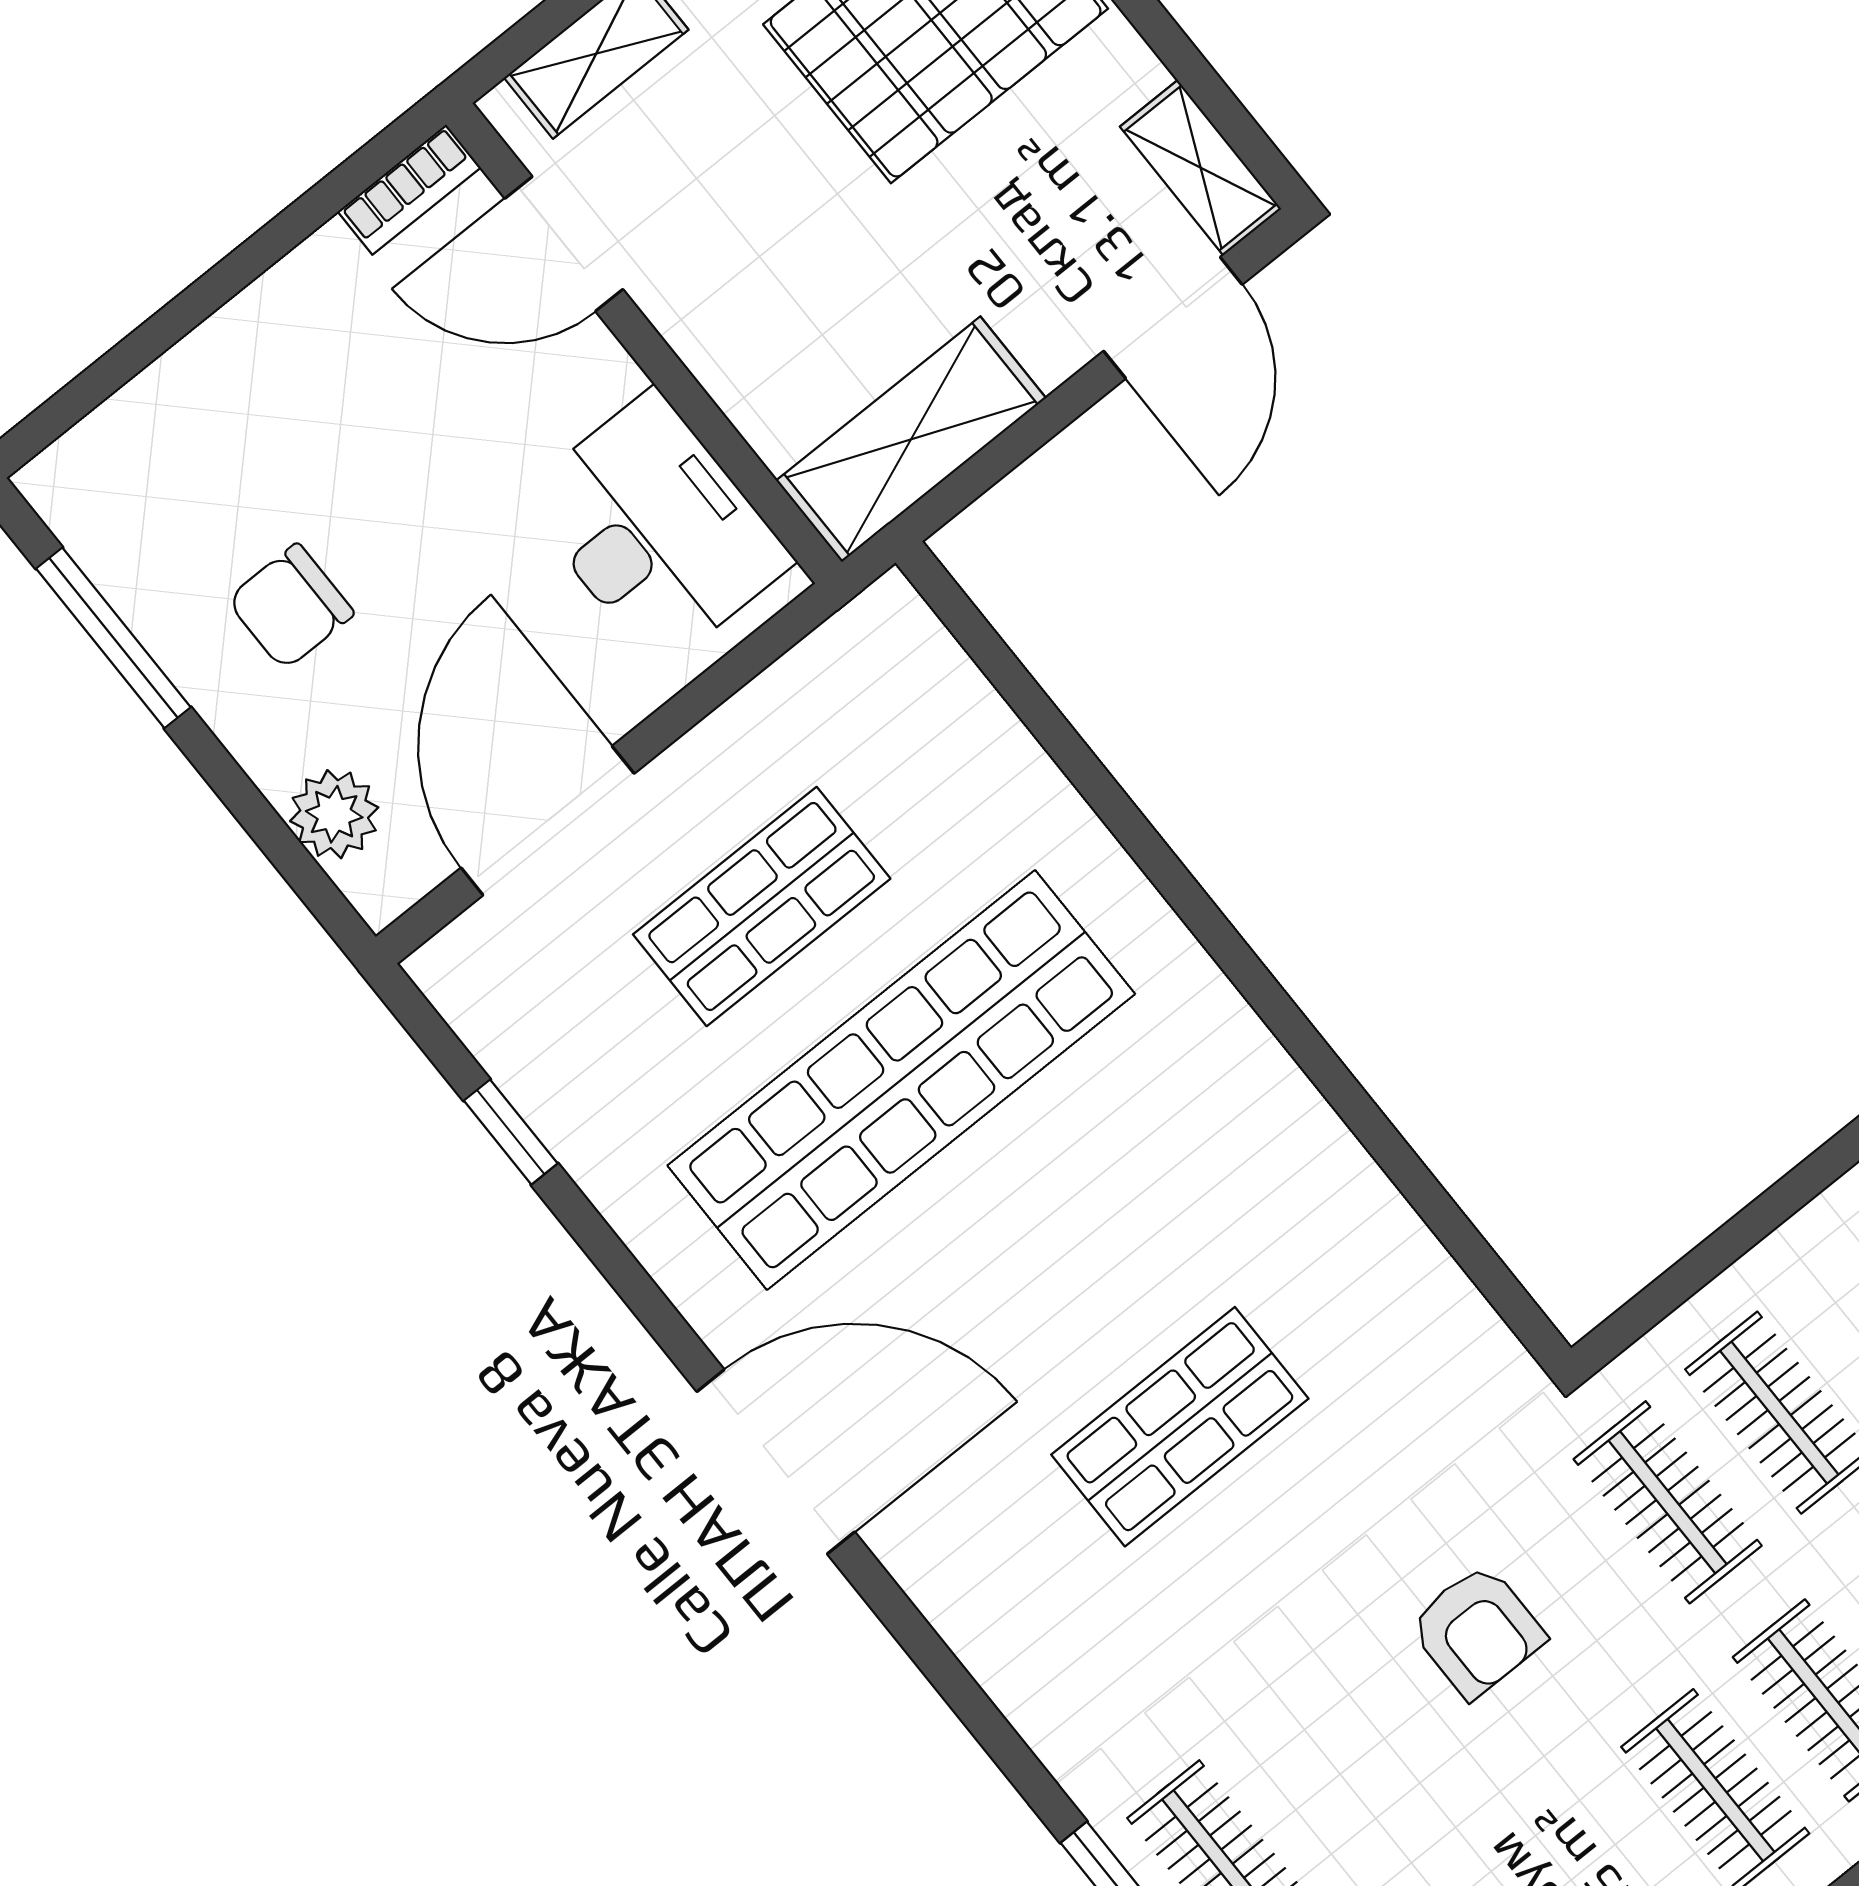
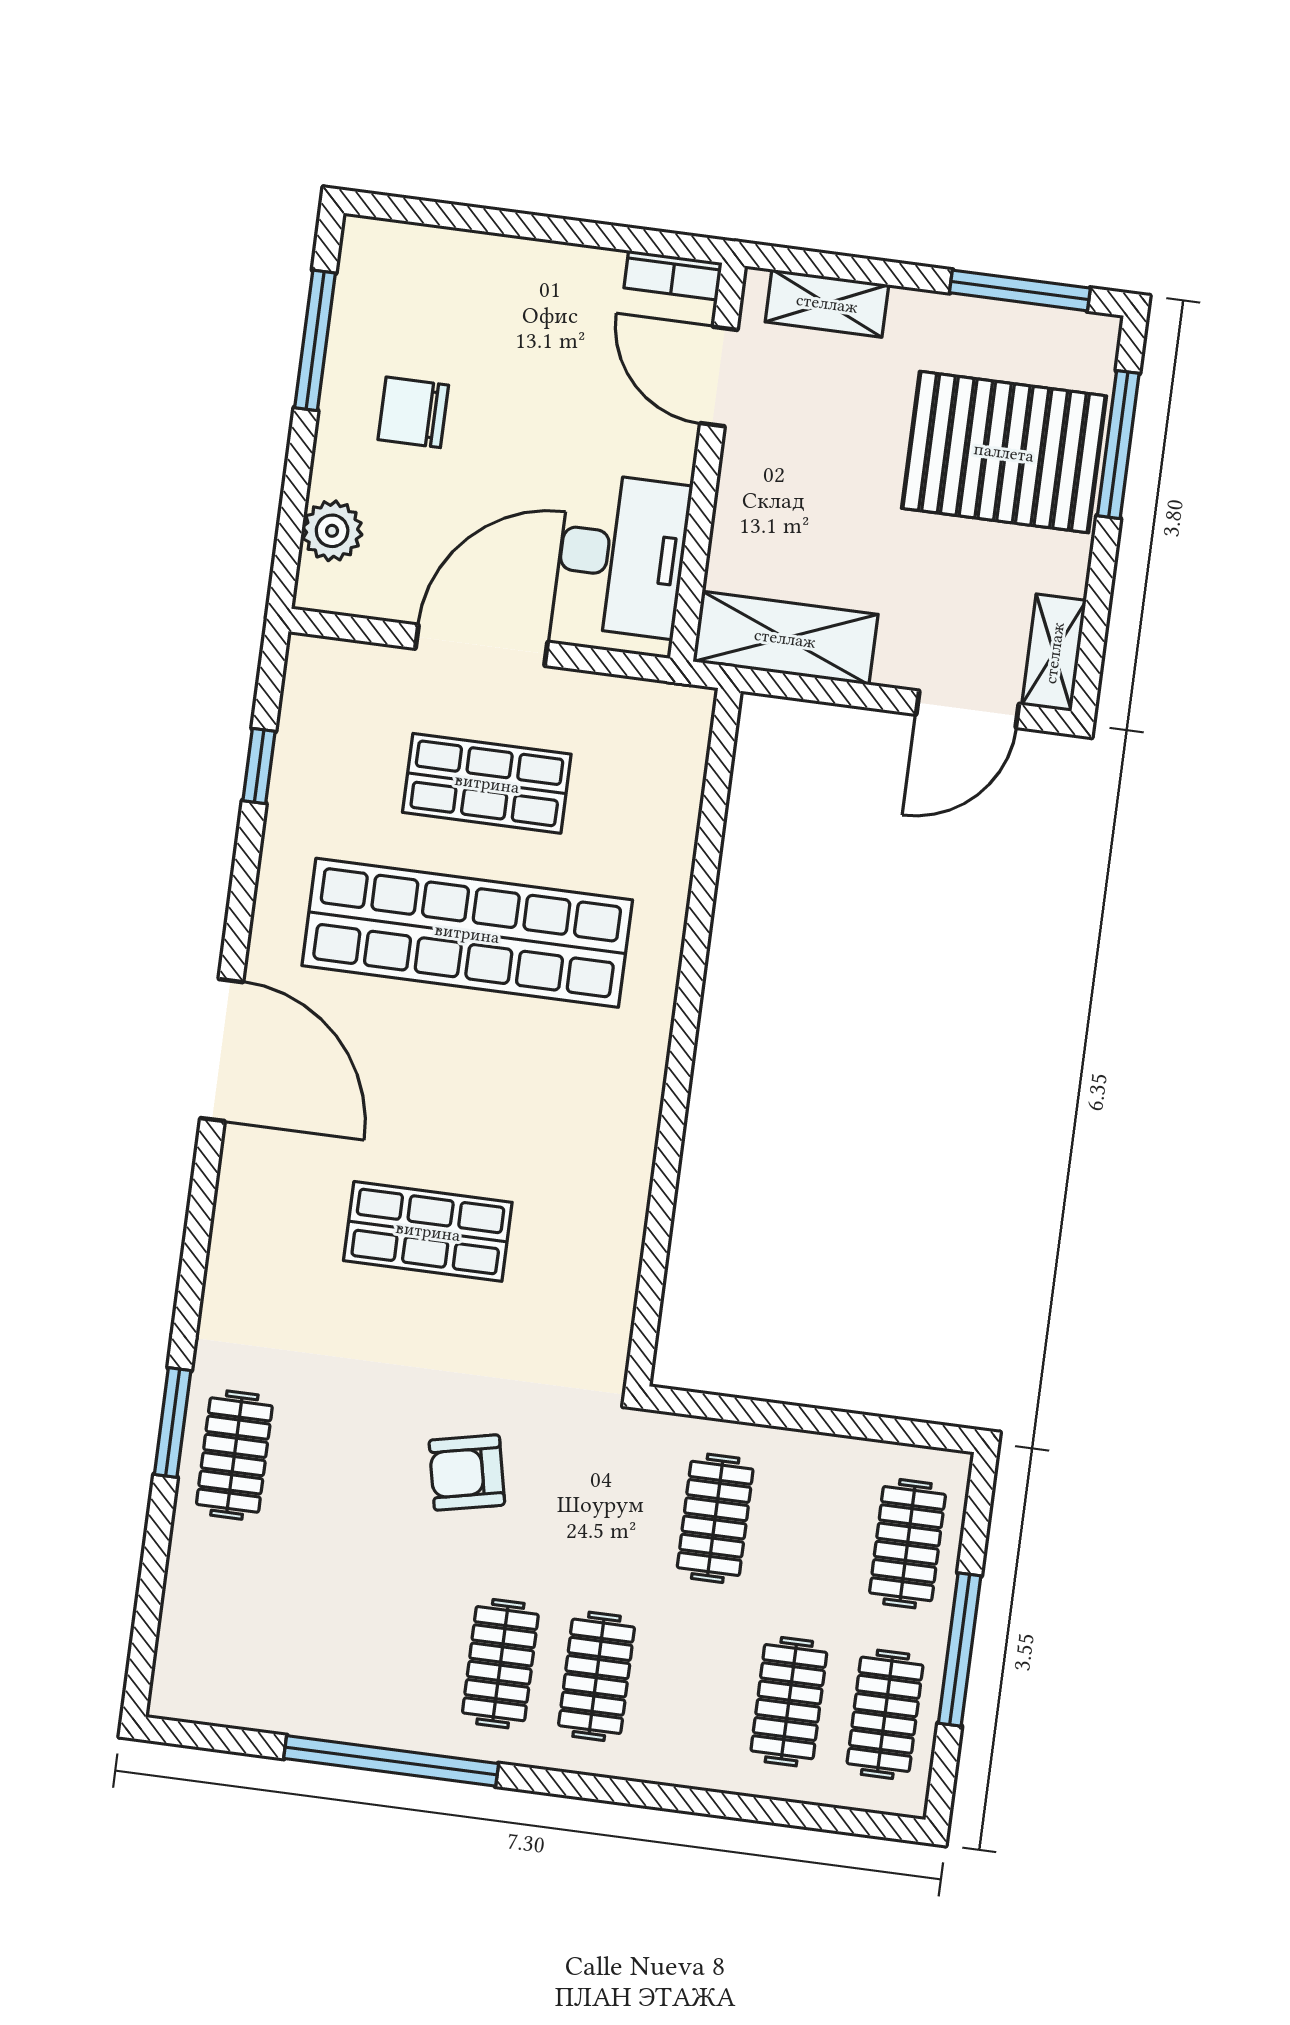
door: (548, 821) -> (481, 645), moved
clothes rail: (1668, 1502) -> (619, 1506), removed
armchair: (1477, 1631) -> (467, 1473), turned 78

